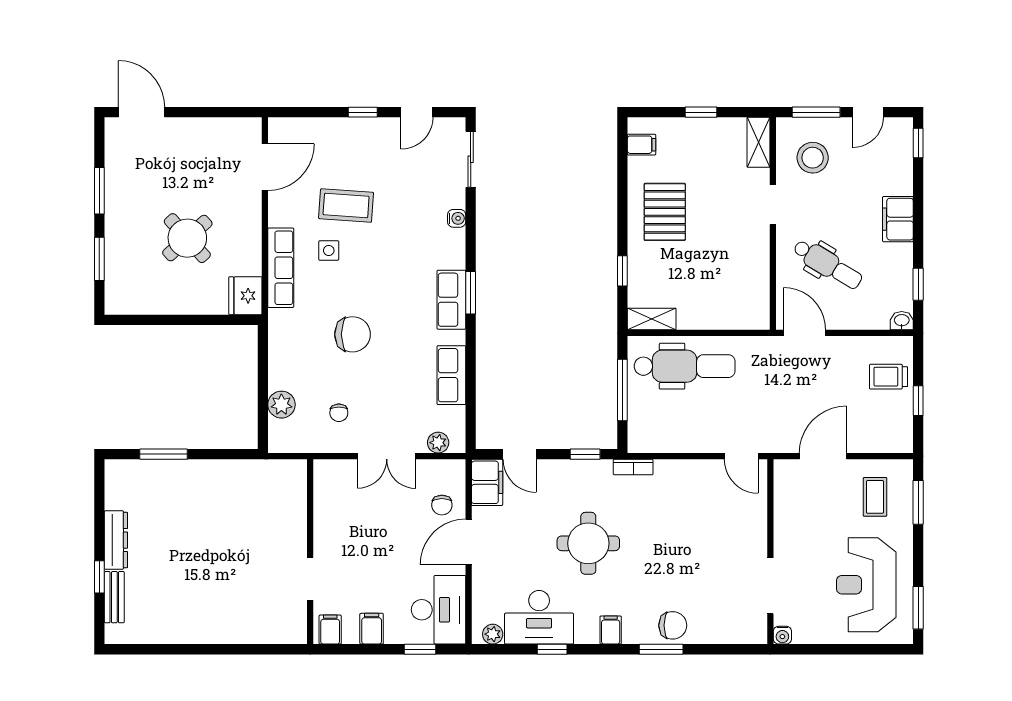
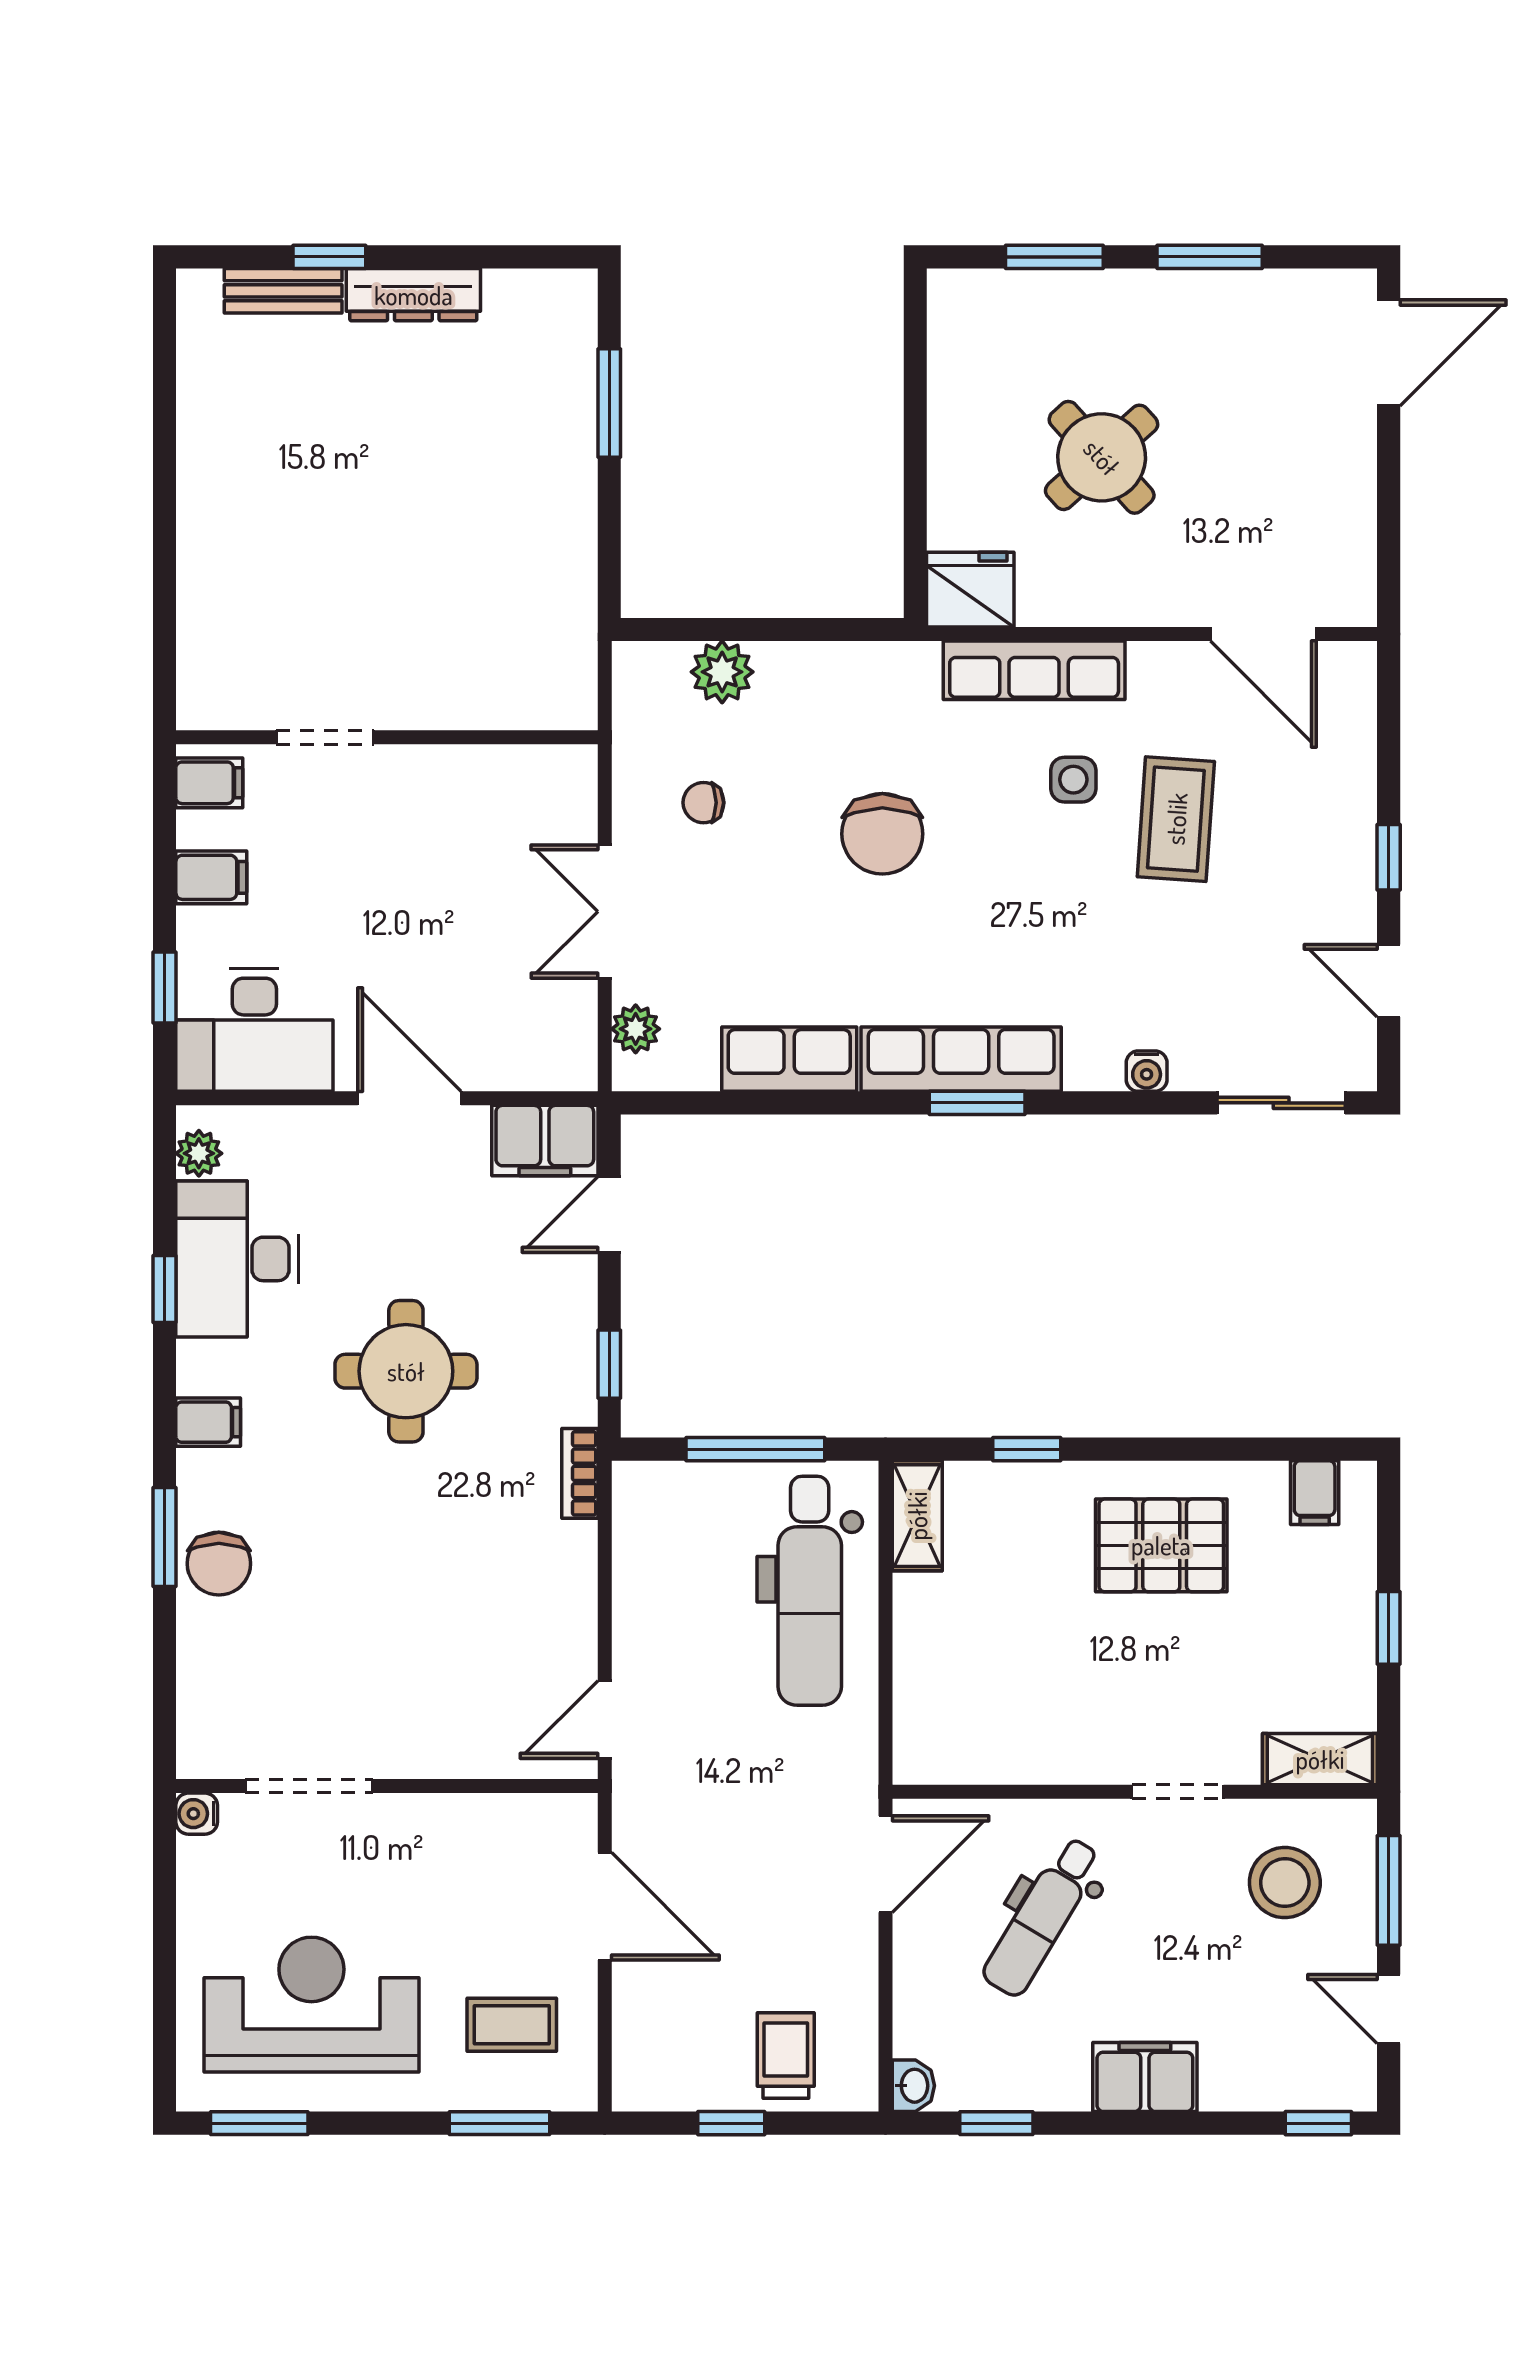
row of seats: (451, 300) -> (961, 1059), width x1.48
chair: (442, 505) -> (493, 1038), removed

